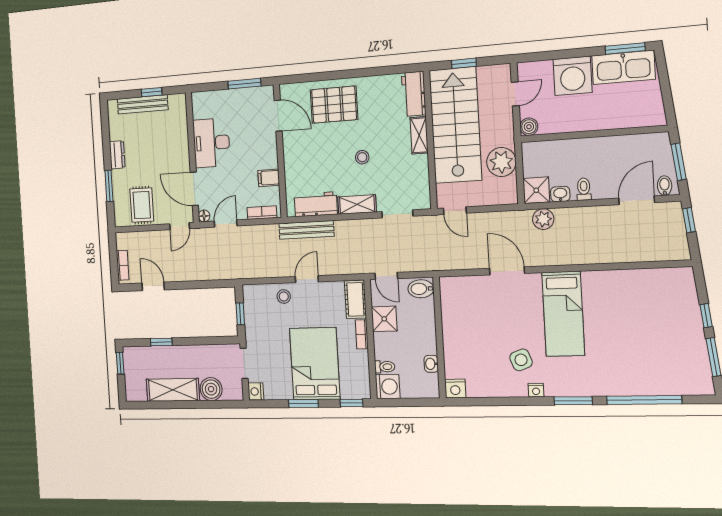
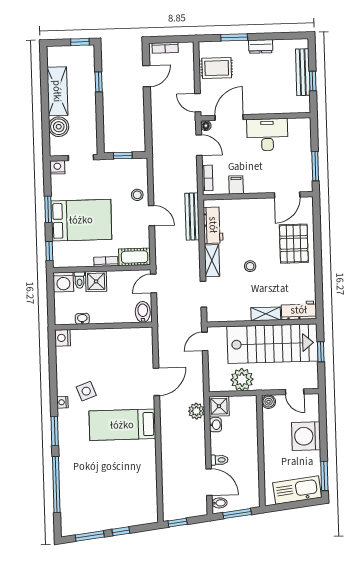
kitchen sink: (623, 67) -> (297, 490), moved, turned 83
toilet: (584, 189) -> (219, 460), moved
window: (689, 220) -> (178, 523), moved
shower: (384, 319) -> (96, 281), moved

